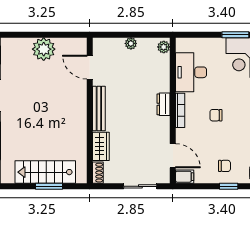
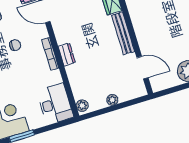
desk: (191, 72) -> (55, 104), moved
chair: (216, 115) -> (15, 45), moved

